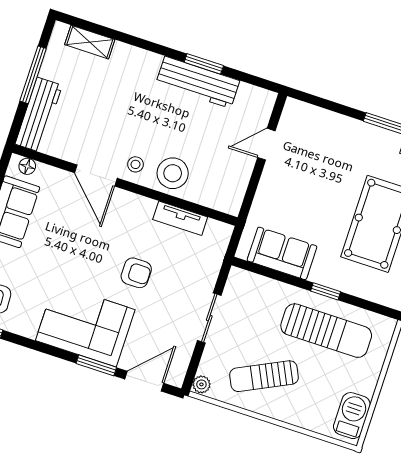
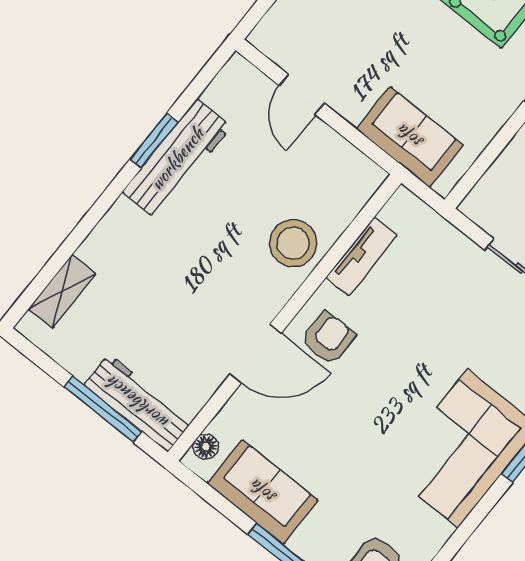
window: (33, 75) -> (103, 409), moved
stool: (136, 164) -> (261, 291), removed
sofa: (282, 253) -> (410, 137), moved, turned 90
armchair: (136, 273) -> (328, 338), moved

